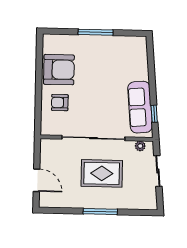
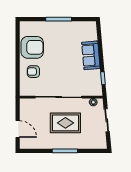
sofa: (140, 107) -> (91, 55), moved, width x0.73

